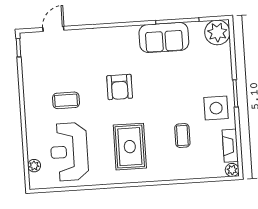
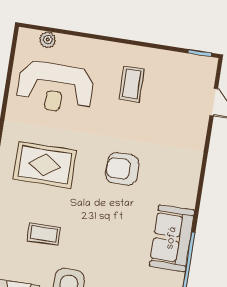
coffee table: (66, 100) -> (132, 84), moved
reception desk: (69, 152) -> (55, 87), turned 180

